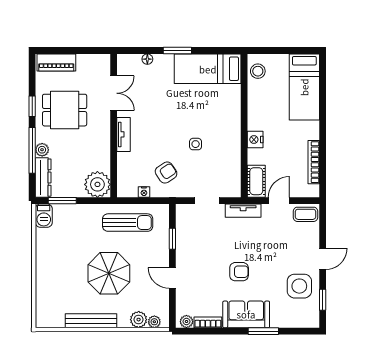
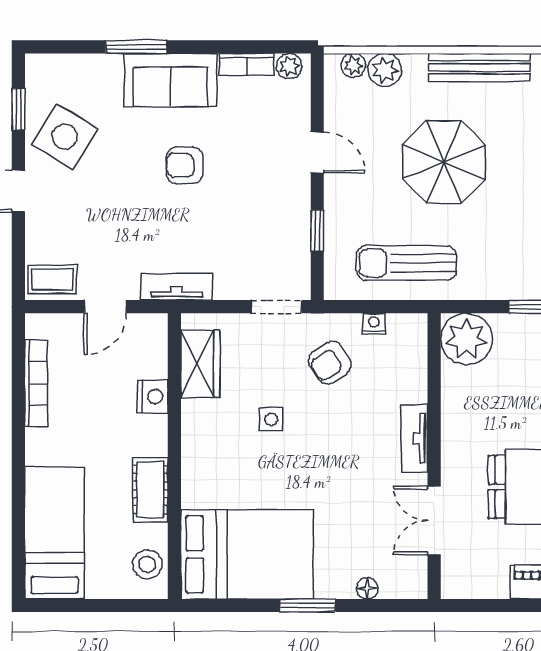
bed: (208, 69) -> (247, 554), width x1.50
nightstand: (255, 140) -> (153, 397), moved
wardrobe: (231, 172) -> (200, 363), added
cot: (256, 181) -> (150, 490), moved
doorway: (207, 201) -> (276, 307), moved
side table: (299, 286) -> (65, 137), turned 31

